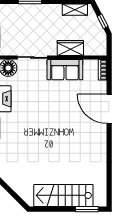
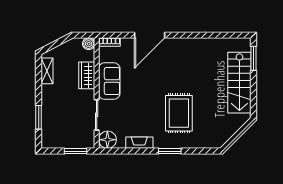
window: (103, 21) -> (59, 42), removed
boiler: (101, 50) -> (89, 44), added
rug: (34, 137) -> (179, 113), added

